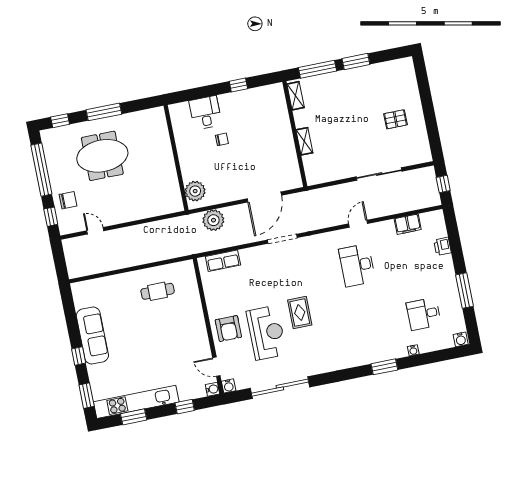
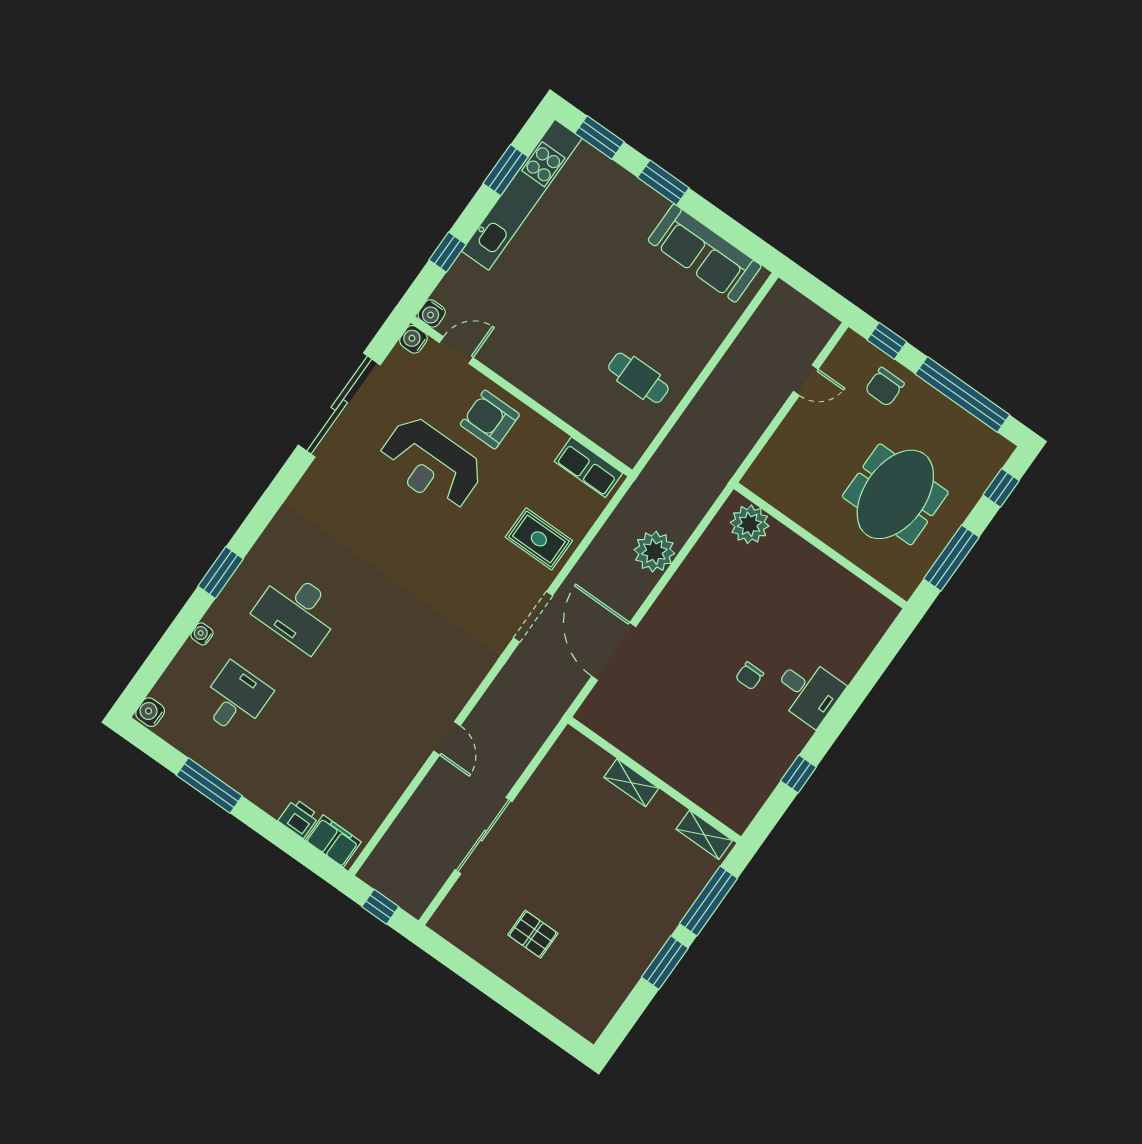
pallet: (396, 119) -> (533, 934), turned 90
wall: (176, 158) -> (820, 546), moved
plant: (195, 191) -> (750, 524), moved
filing cabinet: (408, 224) -> (333, 841), moved, turned 90
row of seats: (223, 261) -> (588, 467), moved, turned -90
desk: (357, 265) -> (298, 611), moved, turned 180
cafe table: (158, 291) -> (638, 378), turned 90
rug: (300, 313) -> (539, 539), moved
sofa: (92, 336) -> (705, 253), moved
window: (79, 356) -> (663, 183), width x1.50

